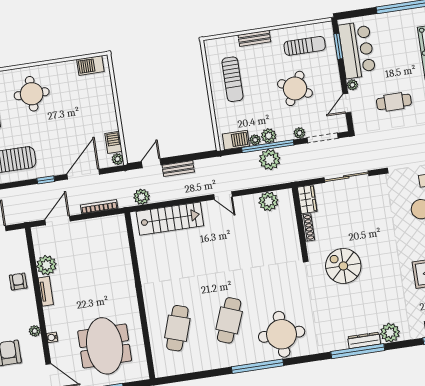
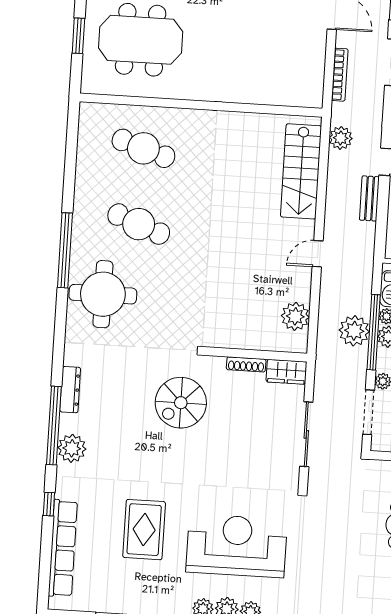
spiral stairs: (343, 266) -> (181, 403), turned 180
dresser: (364, 340) -> (70, 390), moved
window: (358, 351) -> (54, 426), moved

